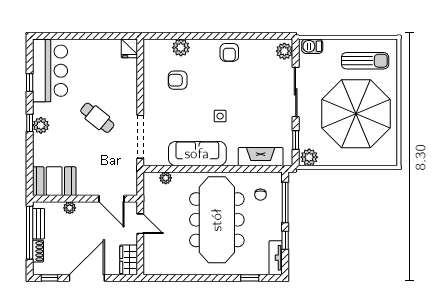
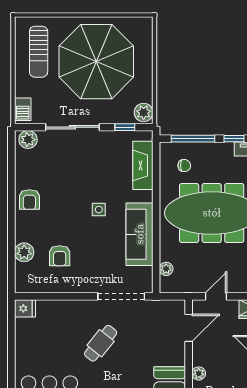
armchair: (229, 52) -> (29, 200), turned 90
sun lounger: (365, 61) -> (39, 52), turned 180

